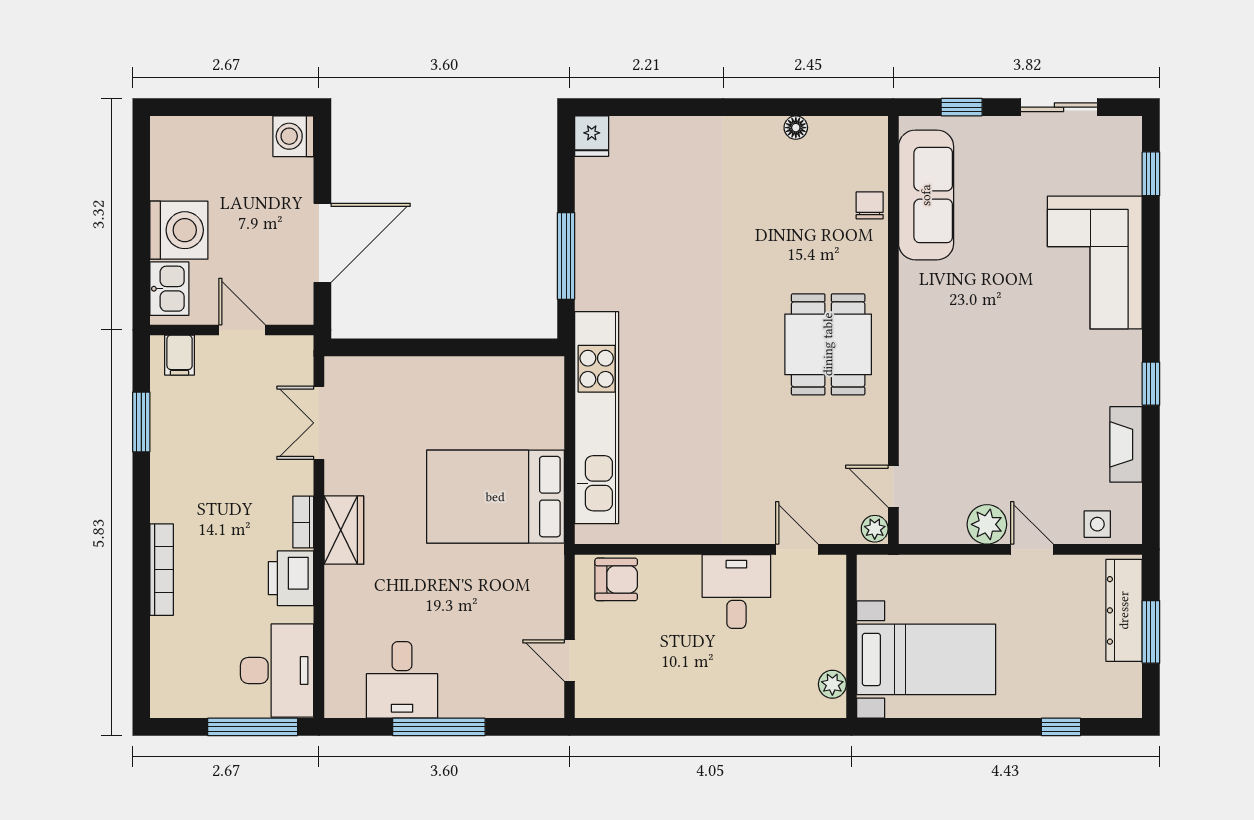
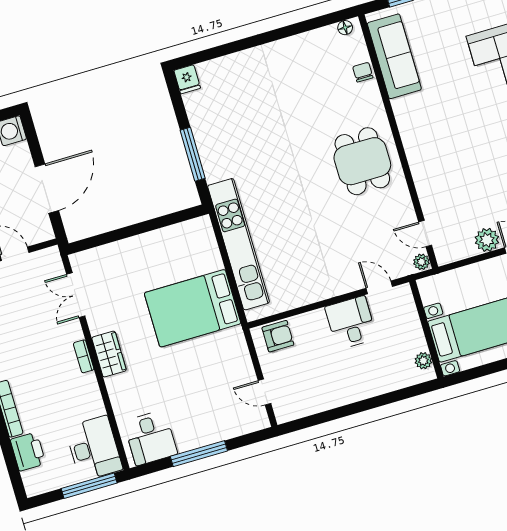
floor lamp: (796, 128) -> (345, 28), moved
printer: (291, 578) -> (28, 452), moved, turned 180
desk: (402, 680) -> (150, 438), moved

